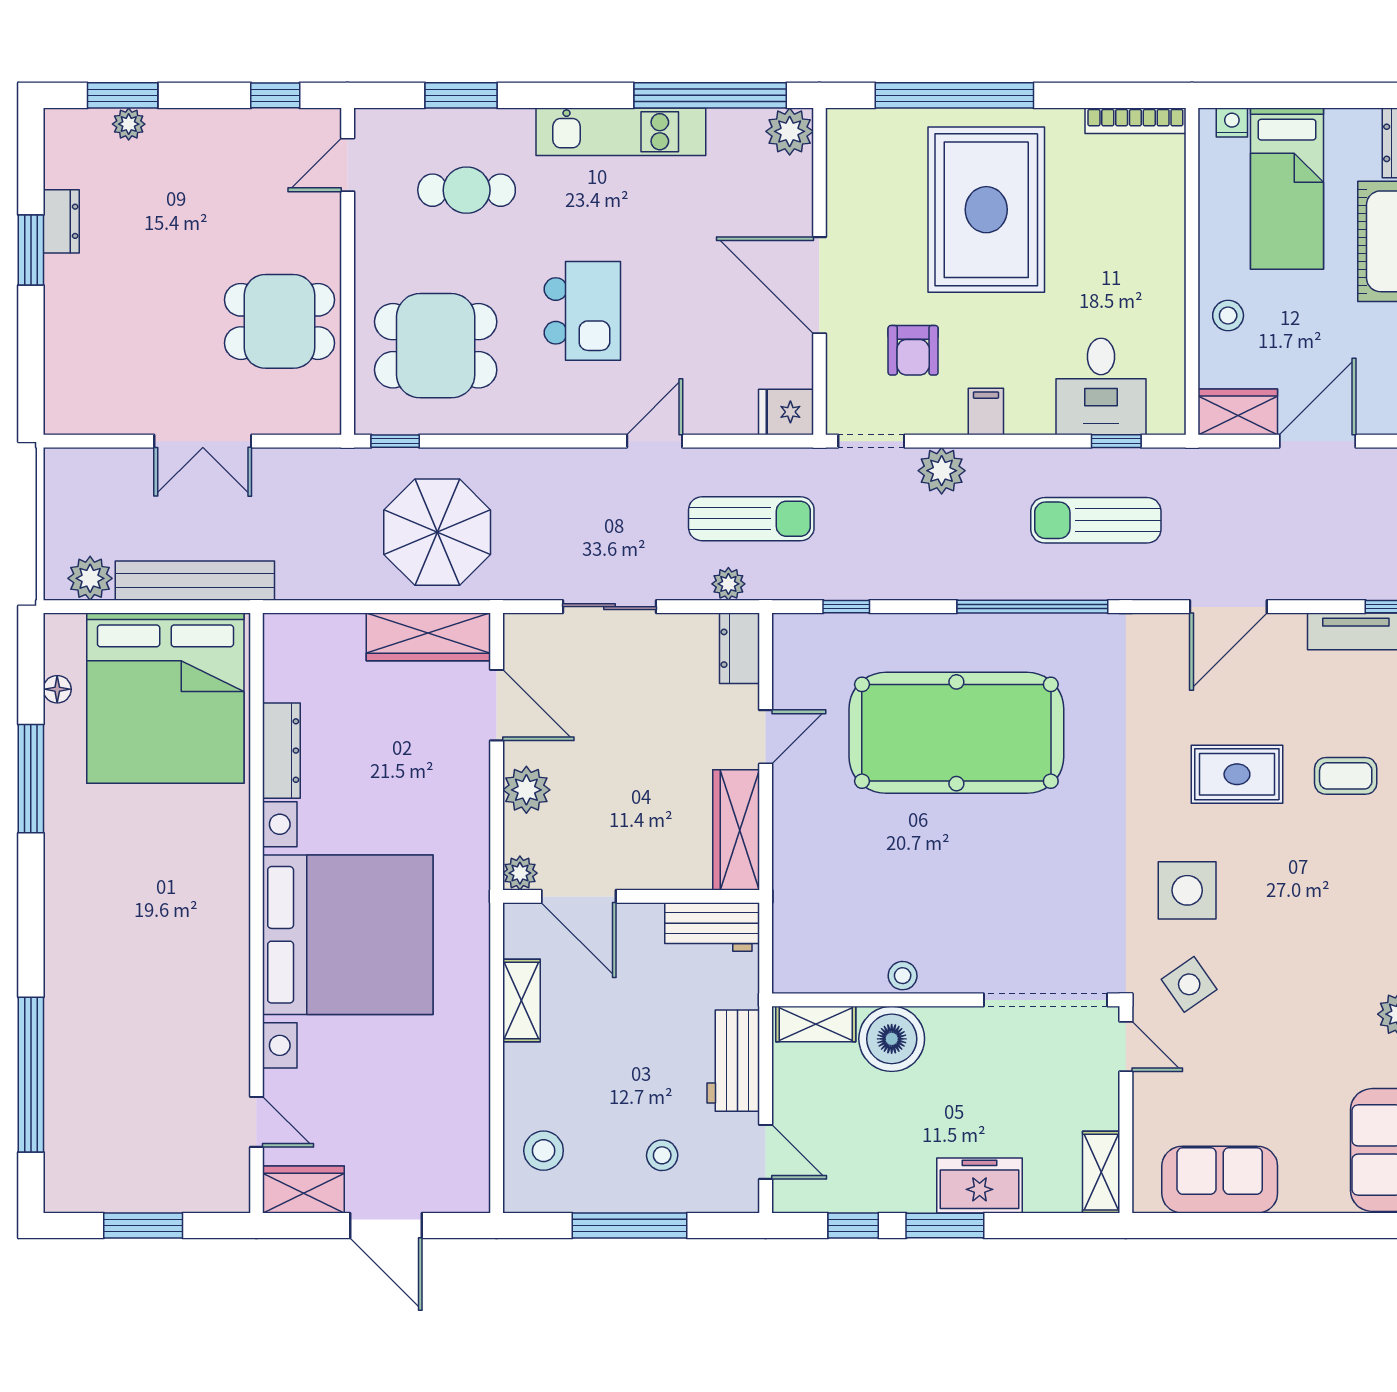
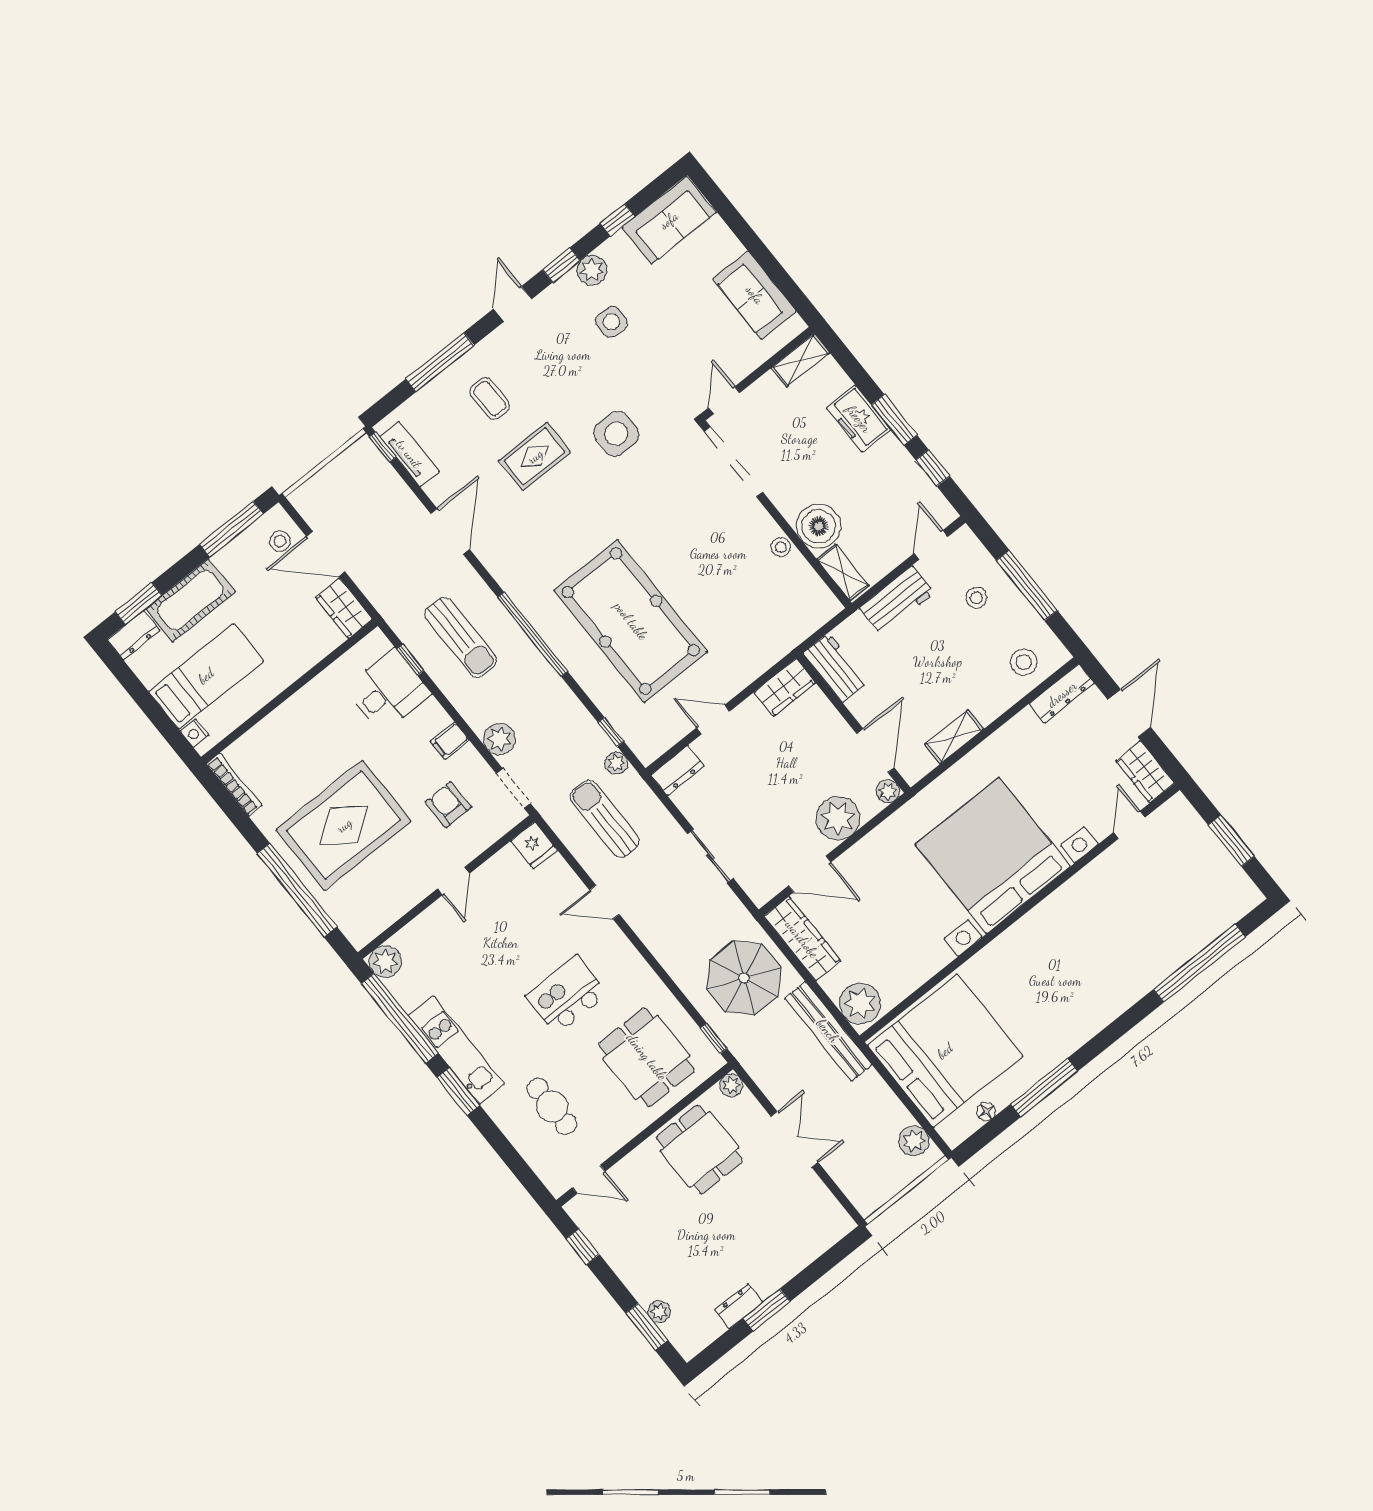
window: (461, 95) -> (458, 1091), moved
door: (819, 285) -> (453, 881), width x0.53
stool: (1228, 316) -> (280, 541), moved
armchair: (913, 350) -> (448, 805), turned -90
plant: (324, 418) -> (731, 1085), added
bench: (195, 581) -> (828, 1031), moved
plant: (728, 584) -> (616, 763), moved
door: (1228, 607) -> (450, 531), hinge flipped
plant: (299, 643) -> (860, 1004), added
door: (497, 705) -> (810, 874), swing flipped
dresser: (281, 751) -> (1062, 694), moved, turned 180
rug: (1237, 774) -> (535, 456), turned 90
plant: (526, 790) -> (838, 818), width x1.36, depth x1.36
wardrobe: (736, 830) -> (785, 687), width x0.67
side table: (1189, 984) -> (611, 322), moved, turned 35

